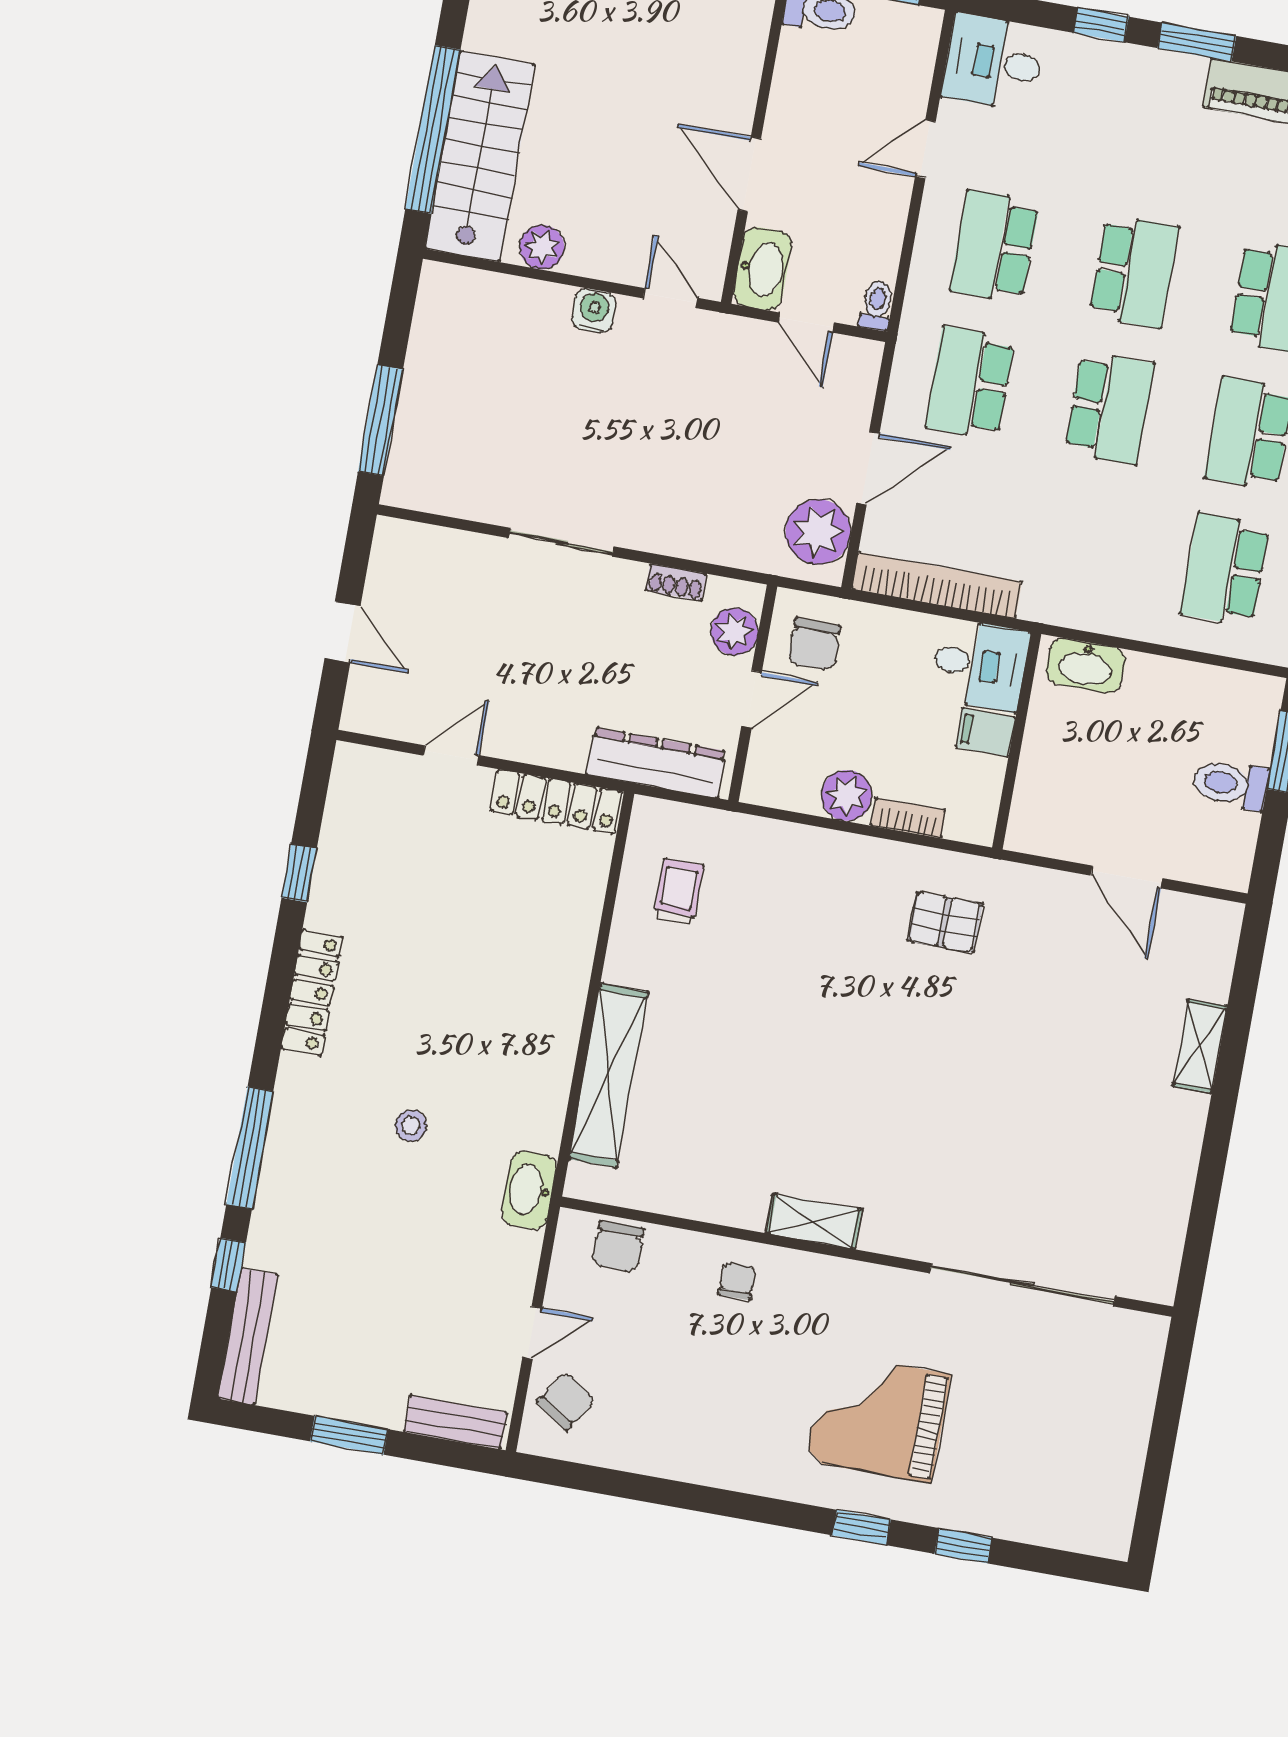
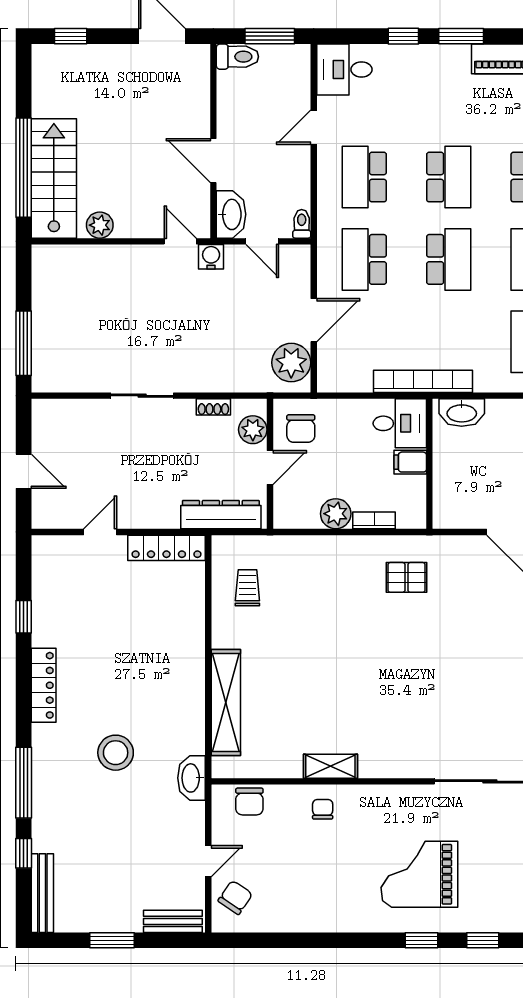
water cooler: (594, 311) -> (211, 257), moved
bookcase: (937, 585) -> (423, 381), moved
stool: (411, 1126) -> (116, 753), width x1.89, depth x1.89
shelving: (814, 1221) -> (330, 766), moved

